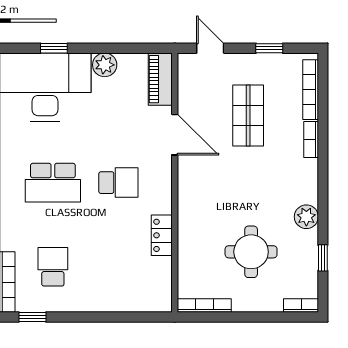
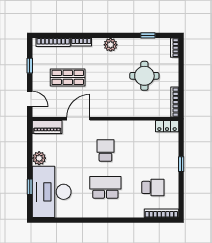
door: (210, 48) -> (30, 99), swing flipped
school desk: (53, 183) -> (105, 187), turned -90
plant: (306, 217) -> (111, 45), moved
locker: (162, 235) -> (167, 126), moved
school desk: (53, 267) -> (153, 187), turned 180
window: (32, 317) -> (181, 164), moved

